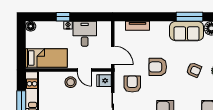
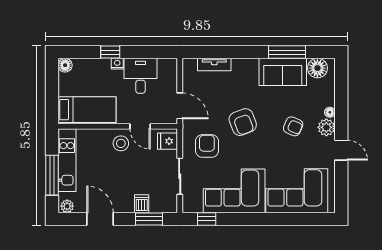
armchair: (158, 67) -> (243, 122), turned -111

